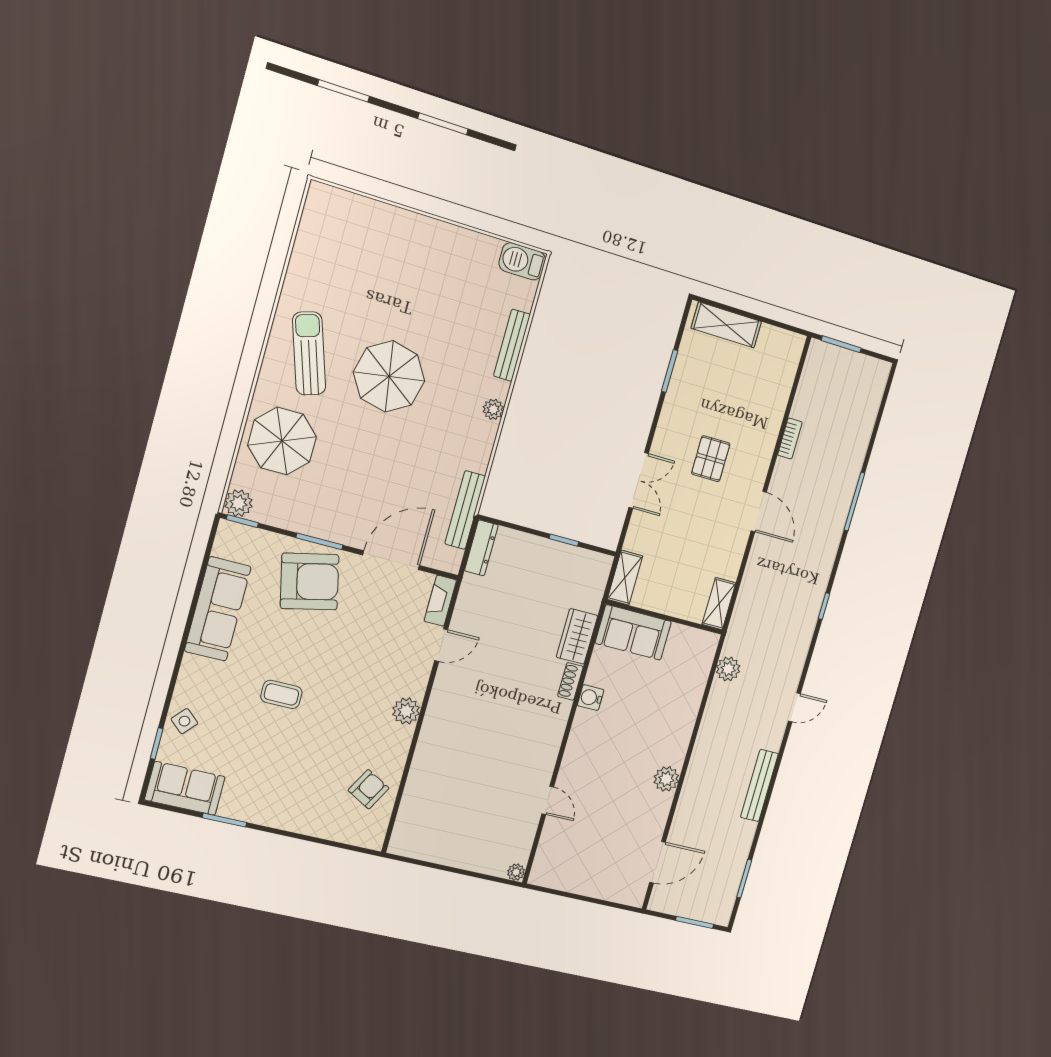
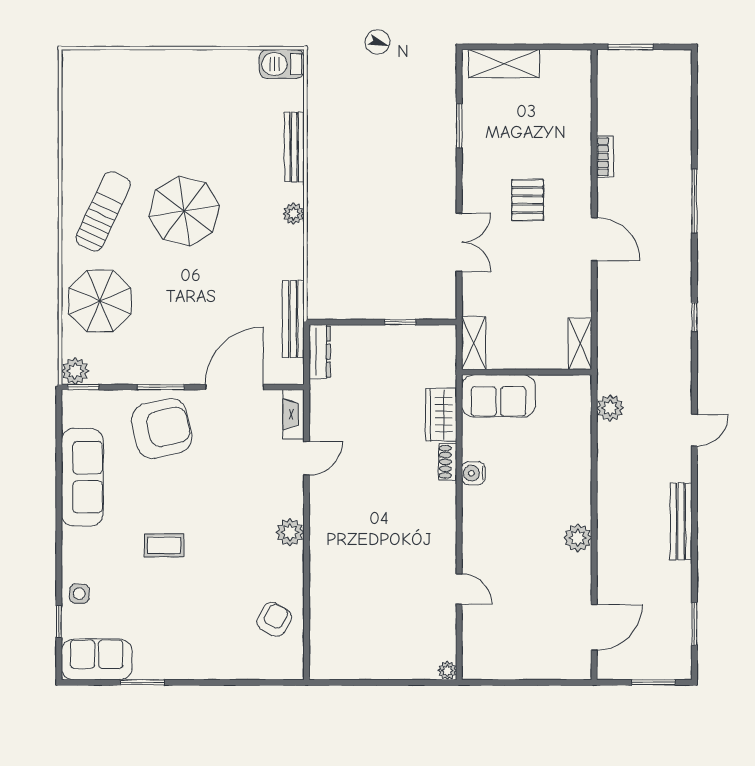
sun lounger: (309, 353) -> (103, 211), turned 43
side table: (184, 721) -> (79, 594), turned -38

